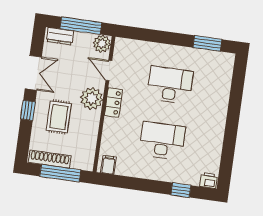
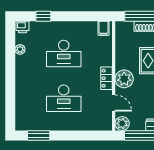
plant: (215, 153) -> (20, 49), added

